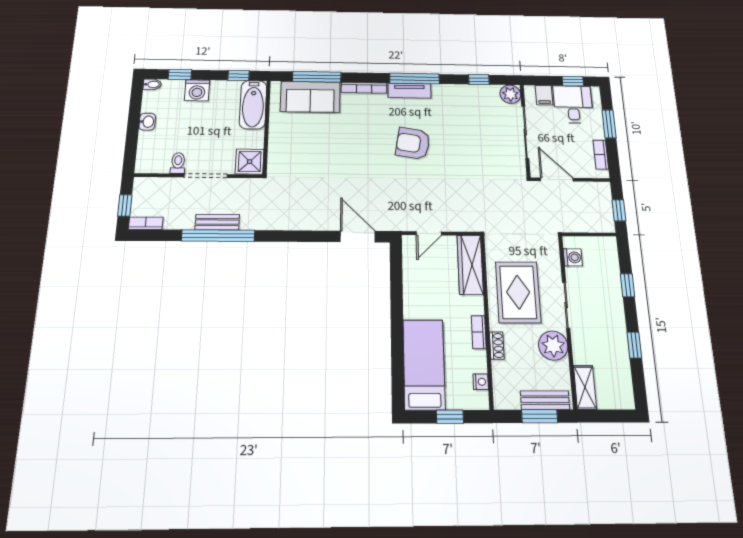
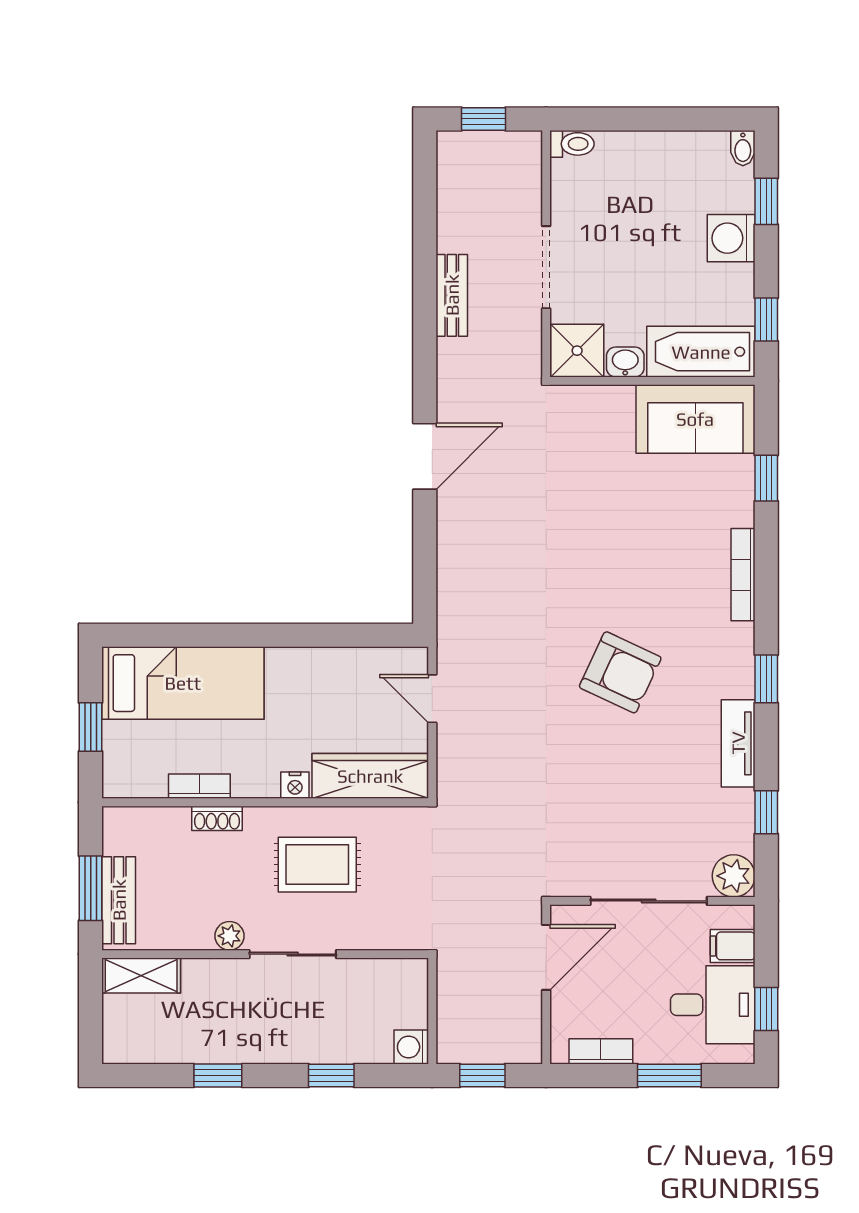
window: (317, 77) -> (766, 478), width x0.46
window: (415, 78) -> (766, 679), width x0.46
tv unit: (409, 91) -> (738, 743), moved
sofa: (310, 97) -> (695, 419), moved, turned -90
washbasin: (147, 122) -> (625, 362), moved, turned 180
armchair: (413, 143) -> (620, 672), turned 106
toilet: (178, 163) -> (572, 144), moved
bookcase: (146, 223) -> (449, 162), removed
window: (218, 236) -> (425, 299), removed
door: (358, 237) -> (425, 456), moved
washing machine: (573, 257) -> (411, 1047), moved, turned 90
rug: (518, 292) -> (317, 865), width x0.73, depth x0.70
bookcase: (479, 332) -> (199, 786), moved
plant: (553, 346) -> (230, 936), width x0.53, depth x0.53
nightstand: (481, 382) -> (295, 785), moved

